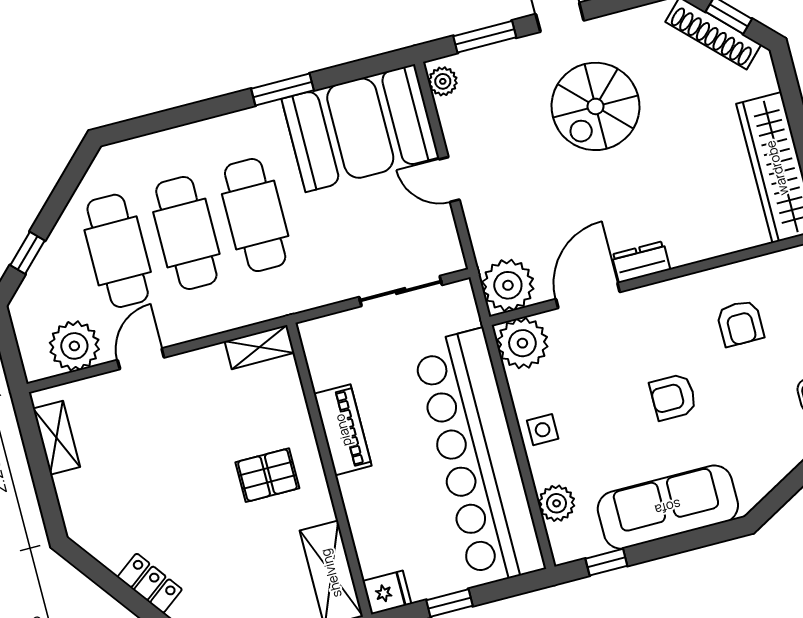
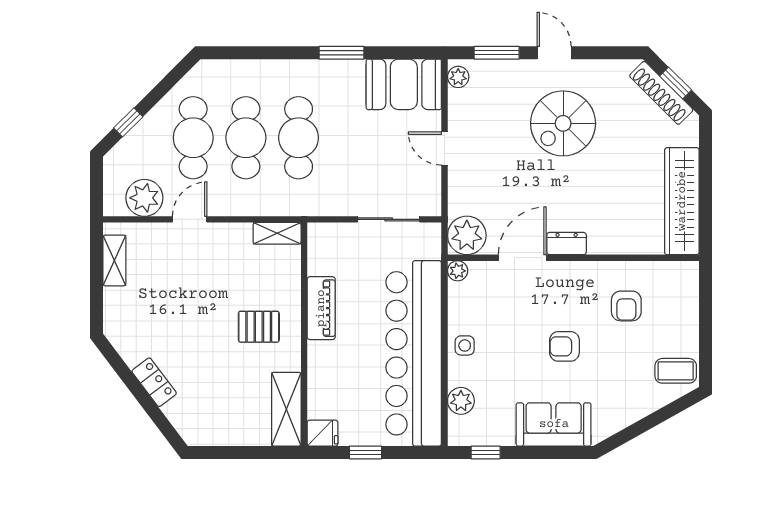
booth: (360, 128) -> (404, 84), width x0.73, depth x0.70
plant: (522, 343) -> (458, 271), width x0.53, depth x0.53
sofa: (668, 507) -> (554, 424), width x0.73

